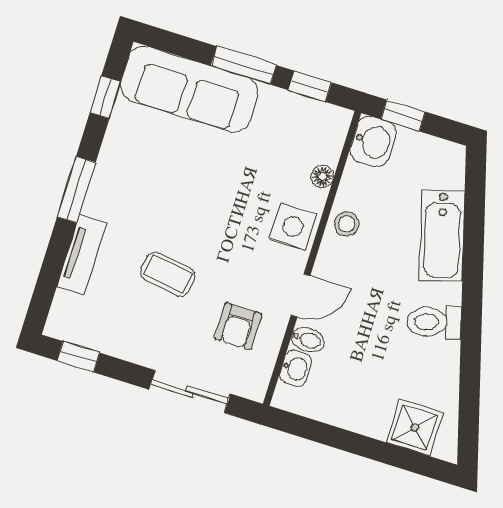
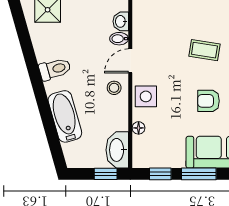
washbasin: (373, 142) -> (117, 150), width x1.38
stool: (347, 224) -> (114, 88), moved
armchair: (238, 326) -> (209, 101), moved, turned -90

